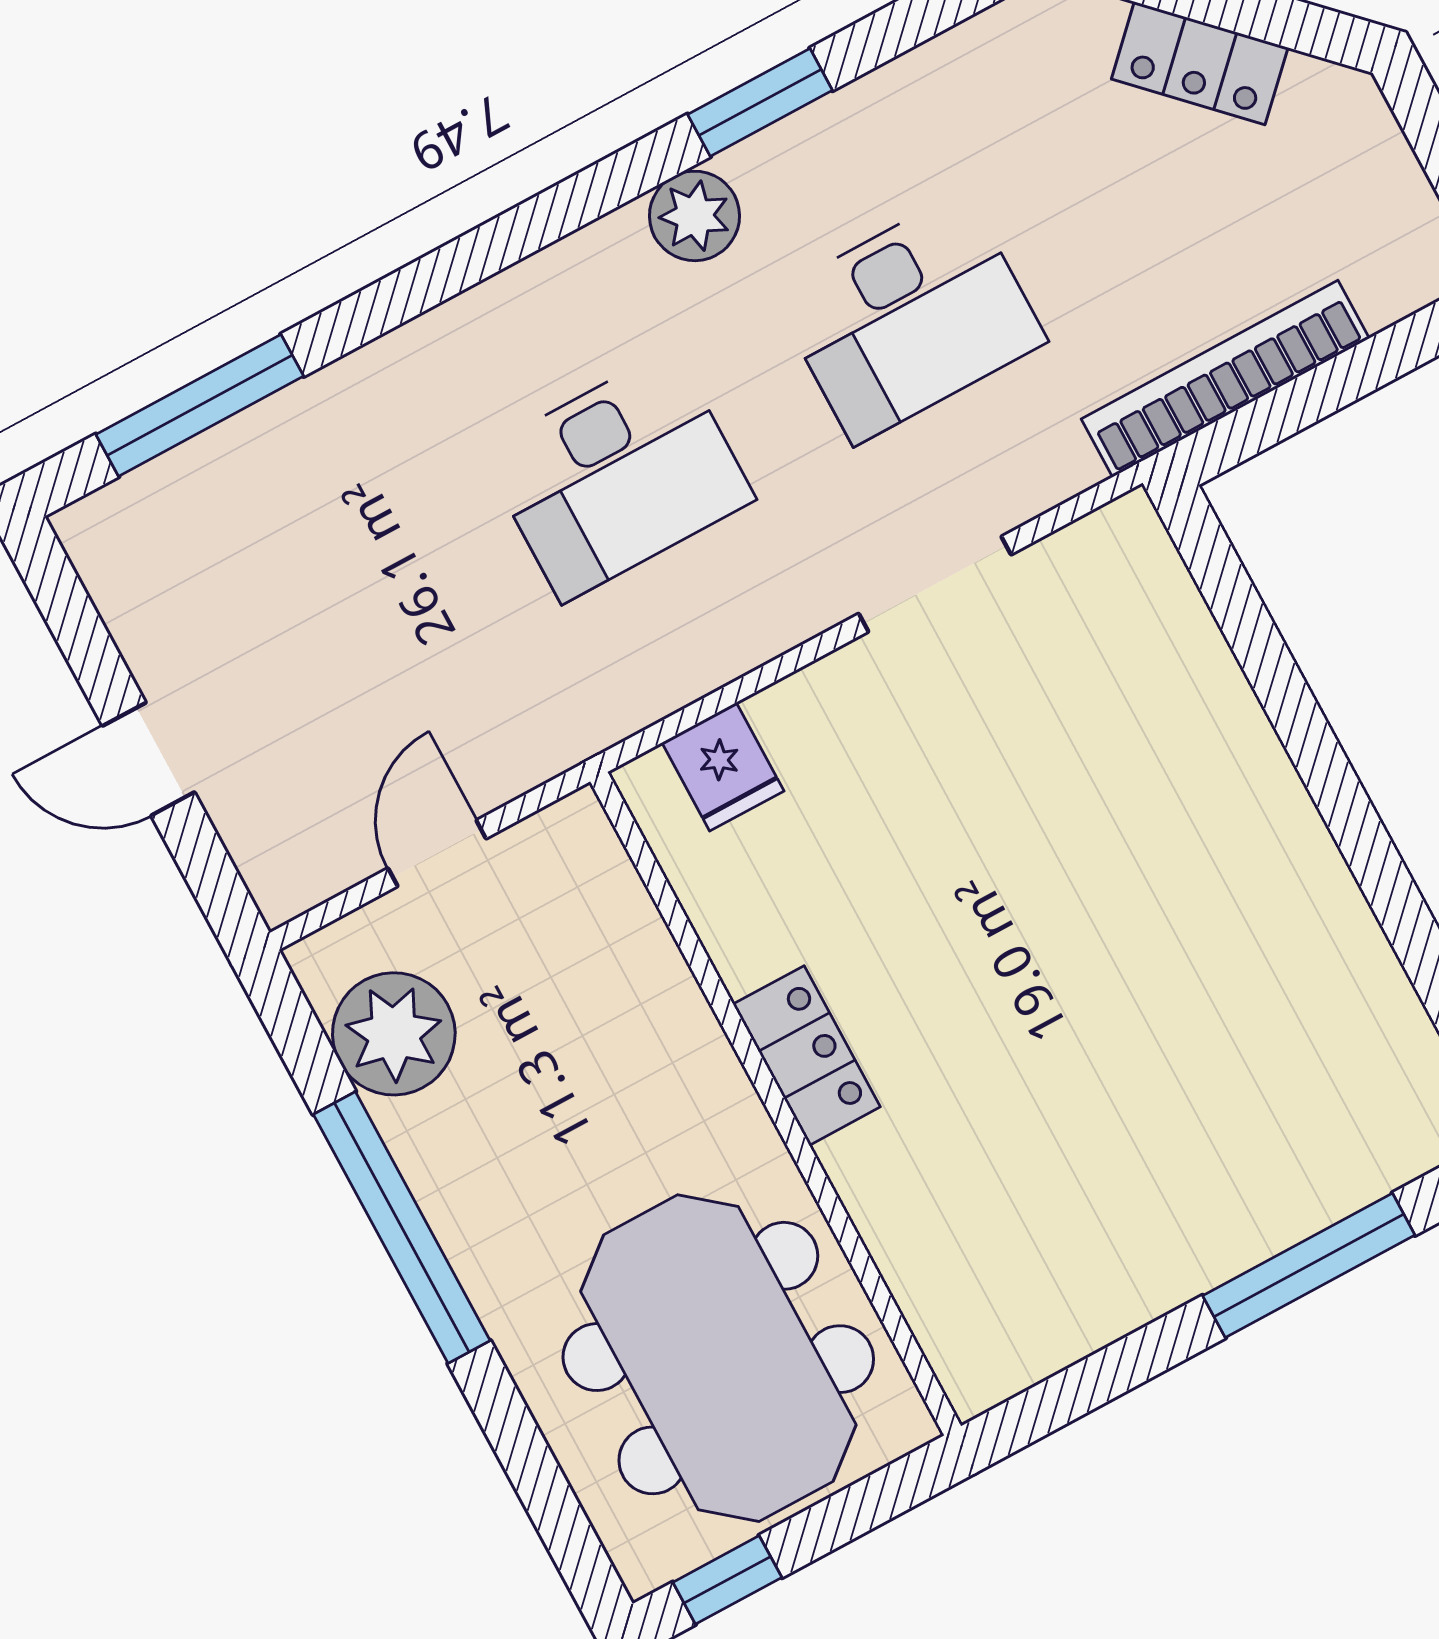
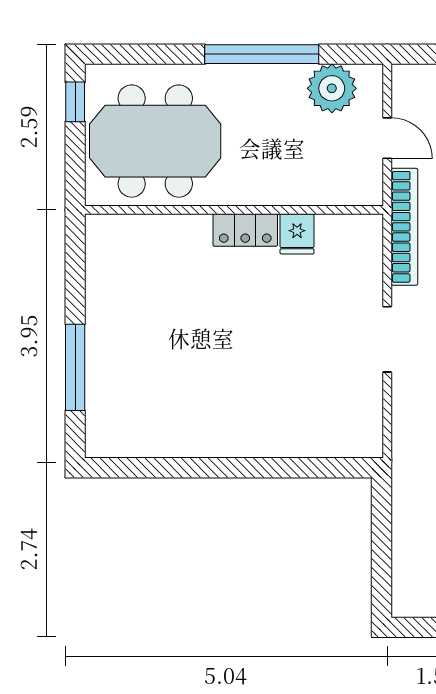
bookcase: (1225, 379) -> (404, 227), moved
doorway: (935, 584) -> (387, 339), moved
fridge: (723, 767) -> (297, 234), moved, turned -90

